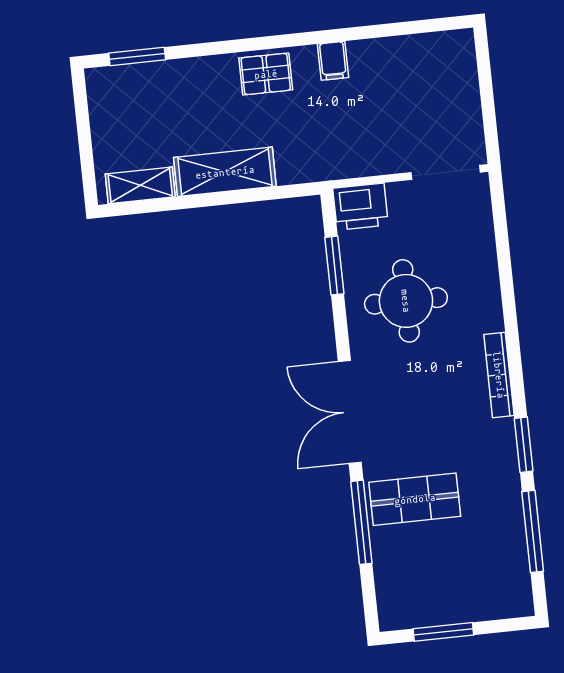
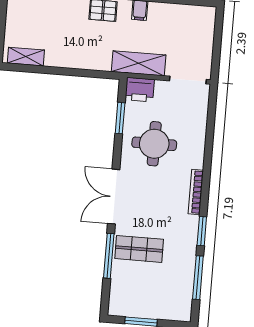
shelving: (225, 172) -> (139, 63), moved

